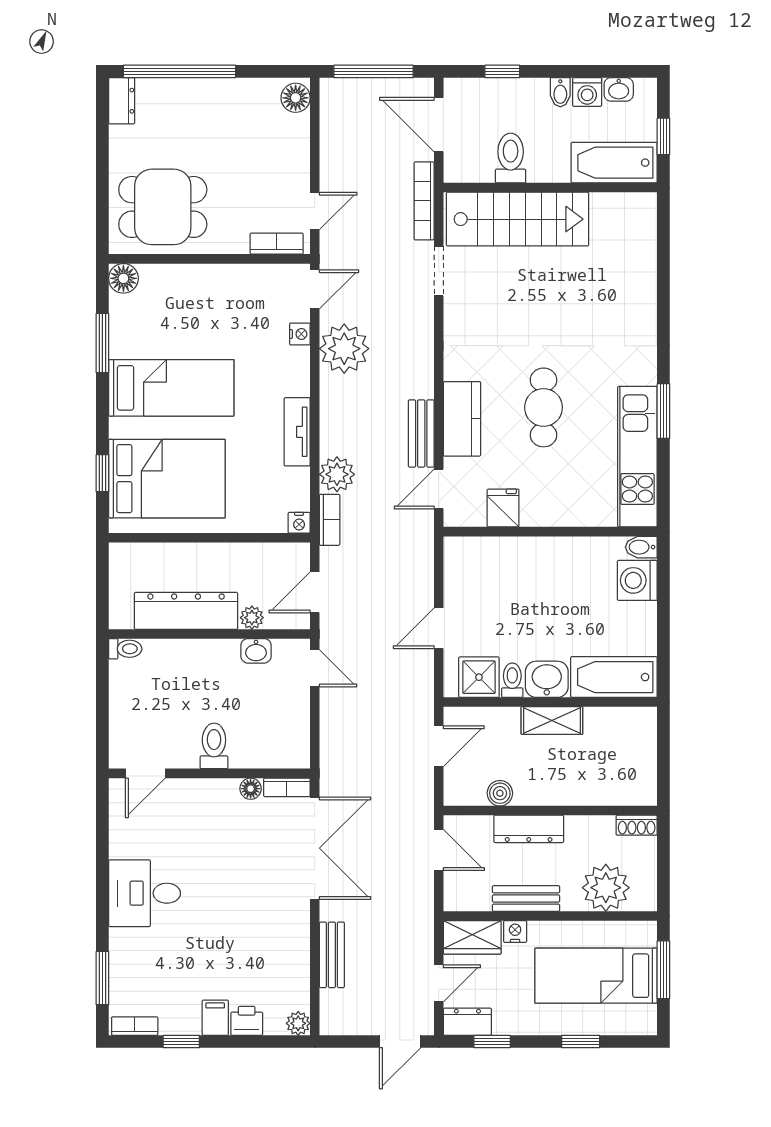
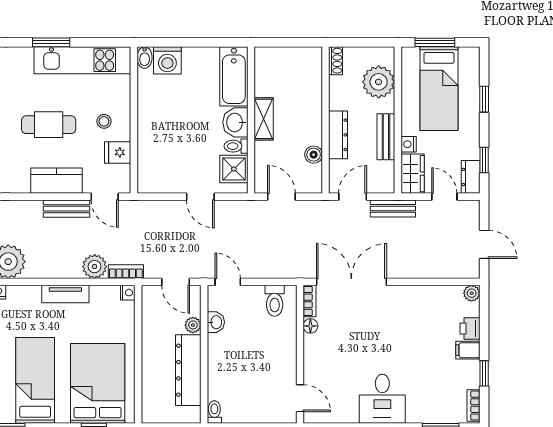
stool: (548, 488) -> (104, 121), added
door: (315, 668) -> (228, 282), hinge flipped
toilet: (214, 746) -> (275, 301), moved, turned -90
bench: (332, 955) -> (393, 208), moved
door: (400, 1041) -> (484, 244), moved

